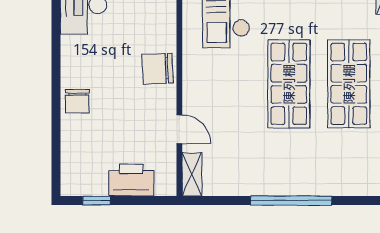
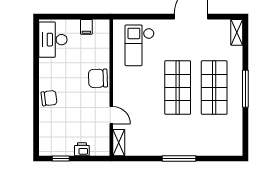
chair: (77, 101) -> (49, 98), turned -97
printer: (131, 180) -> (82, 149), width x0.53, depth x0.68
window: (291, 201) -> (179, 159), width x0.68

